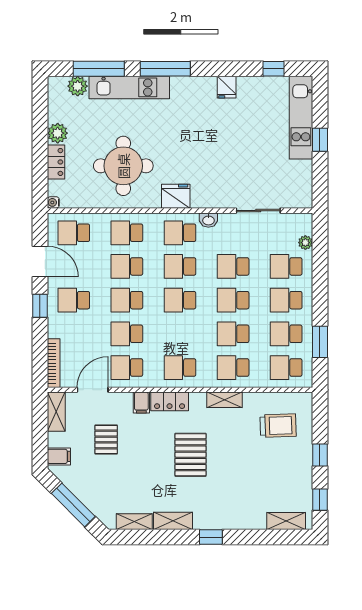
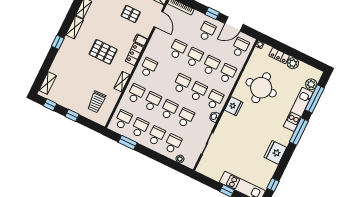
fridge: (227, 87) -> (275, 152), width x1.88, depth x1.34
school desk: (127, 368) -> (161, 41), removed

